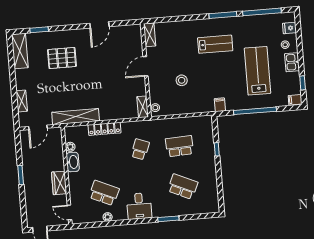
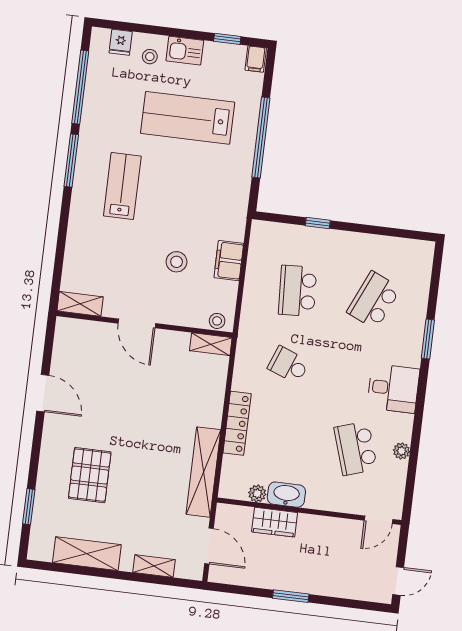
shelving: (20, 51) -> (87, 554), moved
filing cabinet: (220, 105) -> (229, 261), moved, width x2.00
wardrobe: (59, 183) -> (275, 522), moved
school desk: (104, 193) -> (356, 448), turned -42

